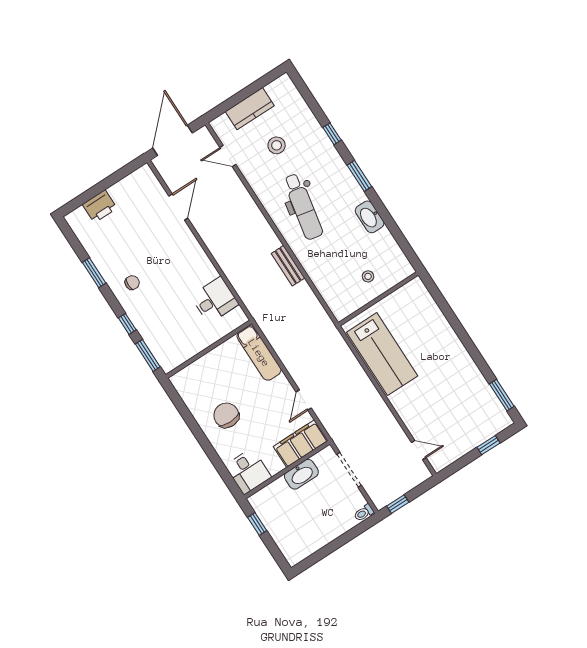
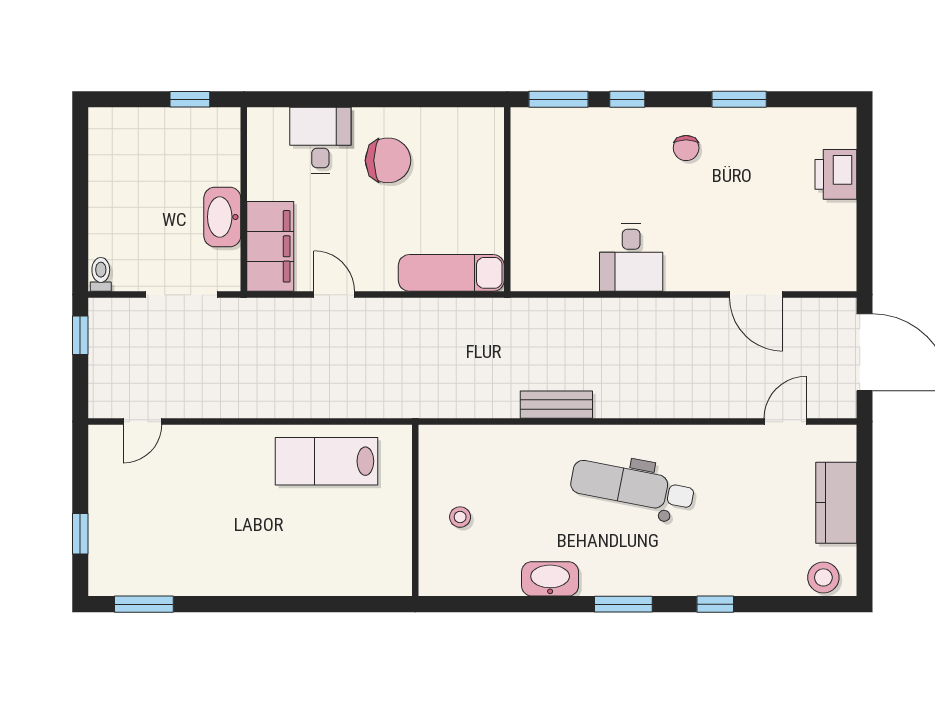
stool: (277, 145) -> (823, 577), moved
desk: (215, 300) -> (631, 258), moved
lab bench: (382, 354) -> (327, 461), width x0.73, depth x0.72
desk: (248, 471) -> (320, 140), moved, turned 90

